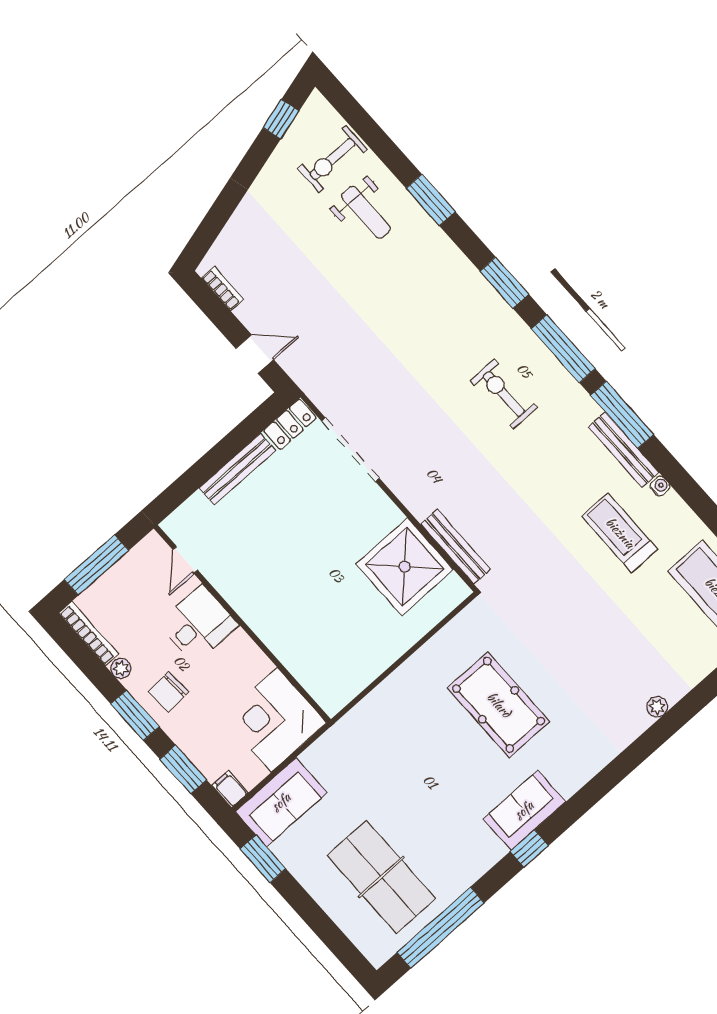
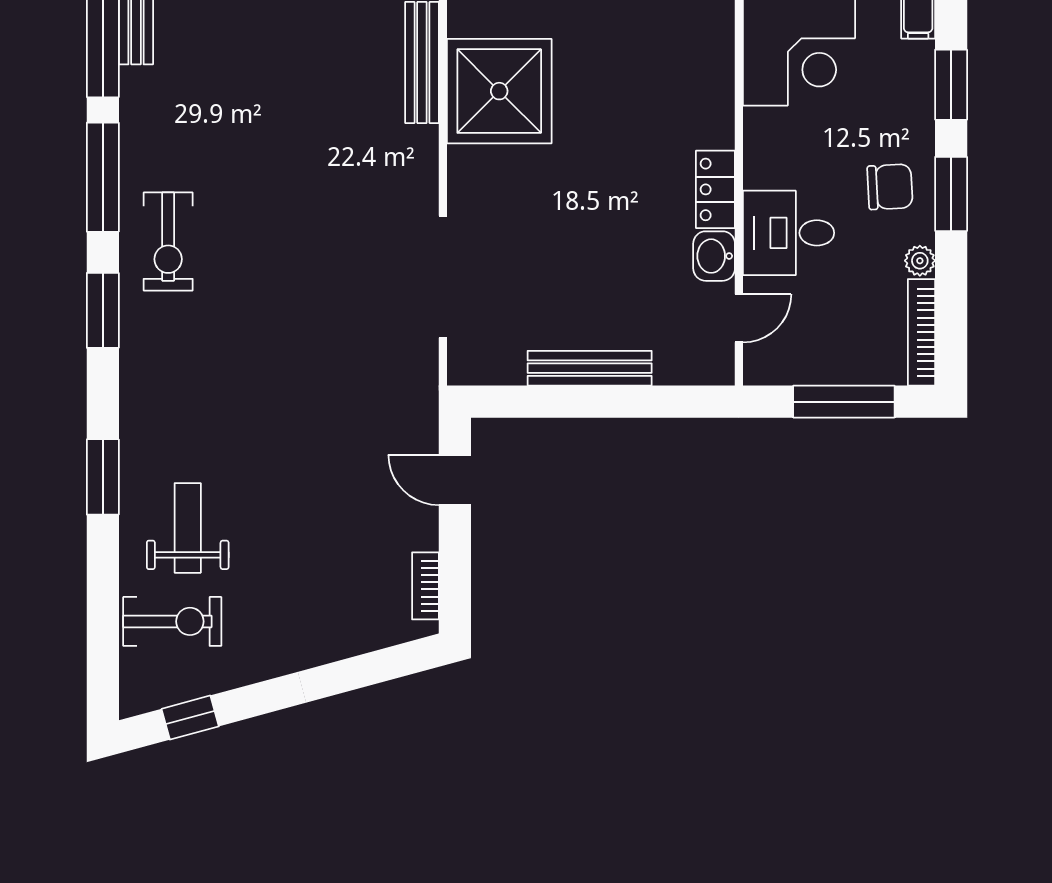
exercise bike: (504, 394) -> (168, 242), moved
locker: (290, 424) -> (715, 189), moved, turned -90
washbasin: (225, 580) -> (714, 256), added

